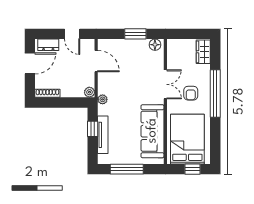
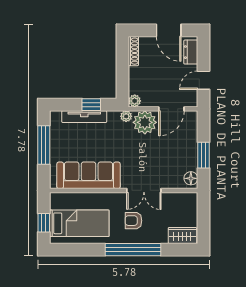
plant: (108, 84) -> (145, 122), added
bed: (187, 139) -> (79, 223), width x0.67

